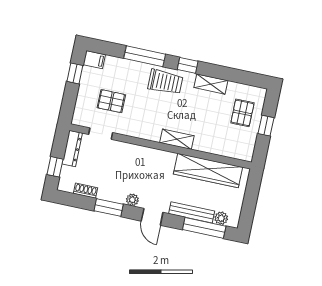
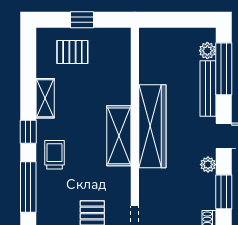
trolley: (165, 82) -> (54, 155), width x0.73, depth x0.72
shelving: (177, 139) -> (119, 136), width x1.50, depth x1.33
wardrobe: (208, 171) -> (152, 126), moved

